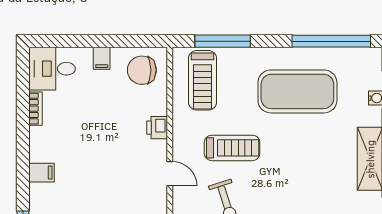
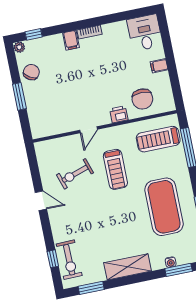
chair: (142, 70) -> (142, 99), moved, turned 180
bookcase: (35, 109) -> (90, 32), moved

